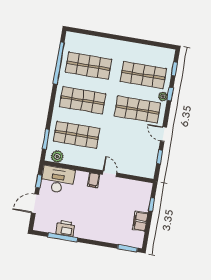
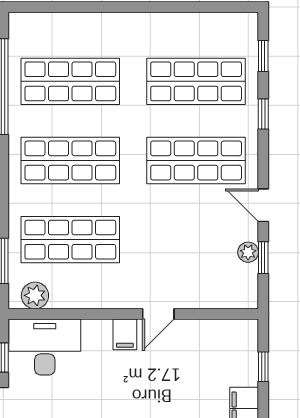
plant: (163, 97) -> (248, 252), moved
door: (110, 174) -> (158, 314), swing flipped

